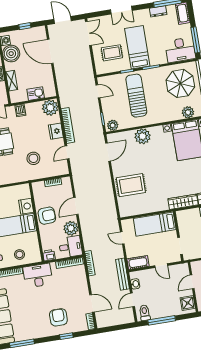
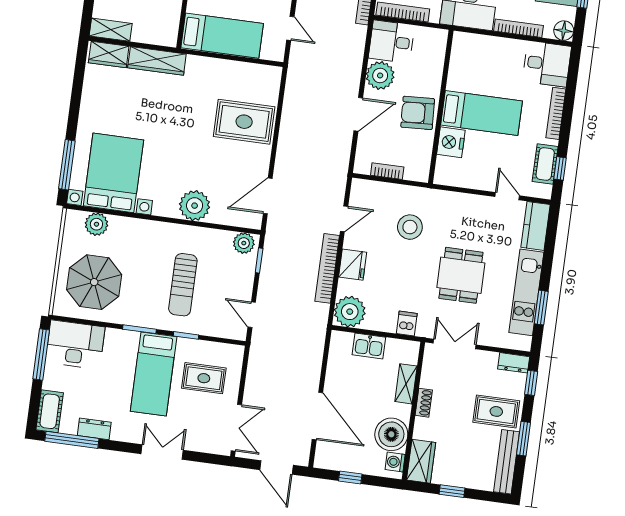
double door: (88, 33) -> (236, 428), swing flipped
sun lounger: (136, 96) -> (183, 285), width x0.73, depth x0.75
stool: (20, 254) -> (491, 56), removed
printer: (49, 255) -> (436, 38), removed

